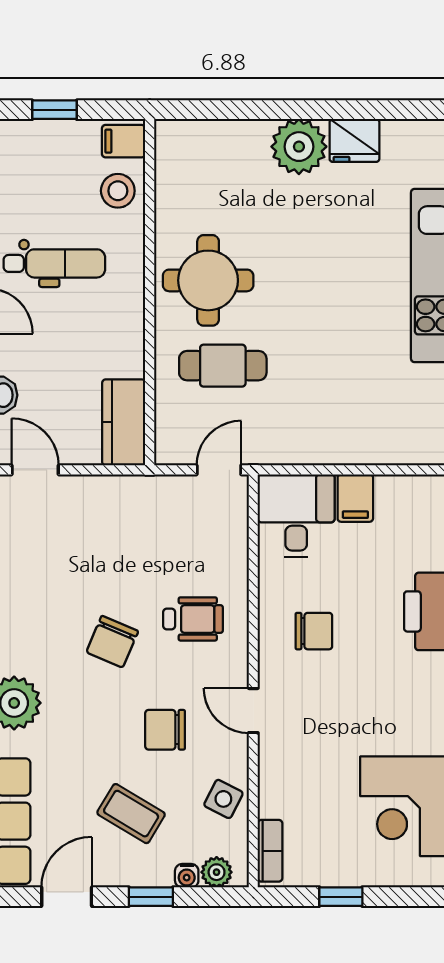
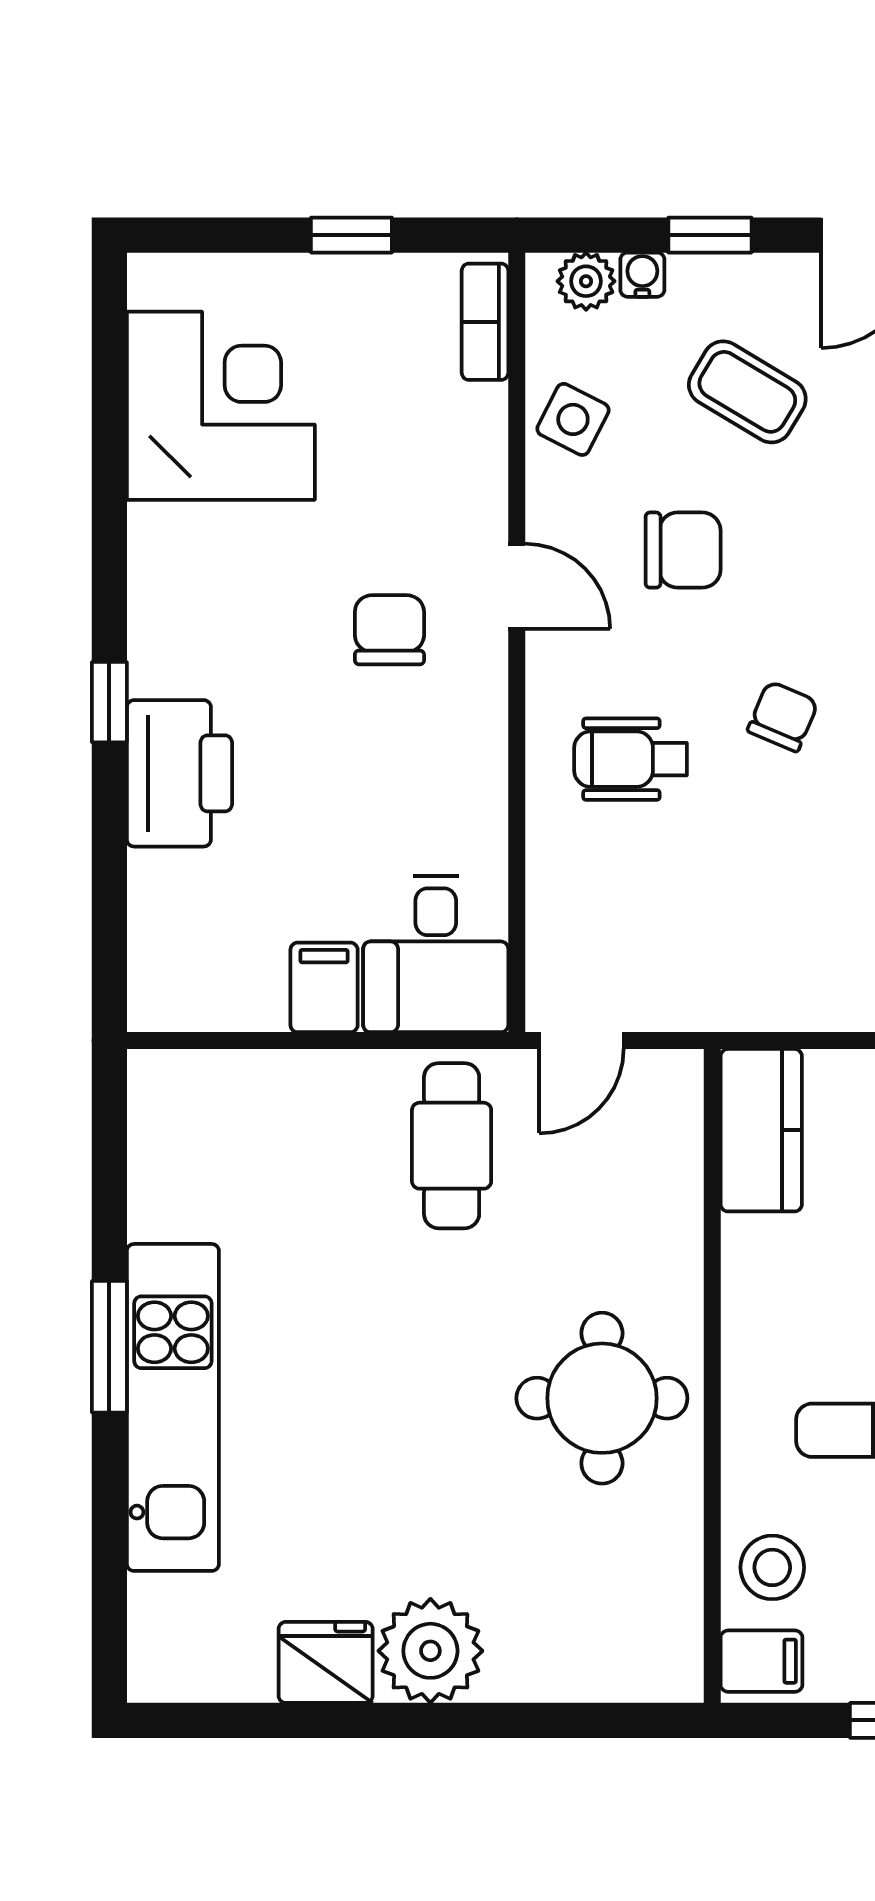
cafe table: (223, 366) -> (452, 1146), moved, turned 90
chair: (314, 631) -> (389, 630), moved, turned 90
chair: (112, 642) -> (783, 716), width x0.73, depth x0.73

